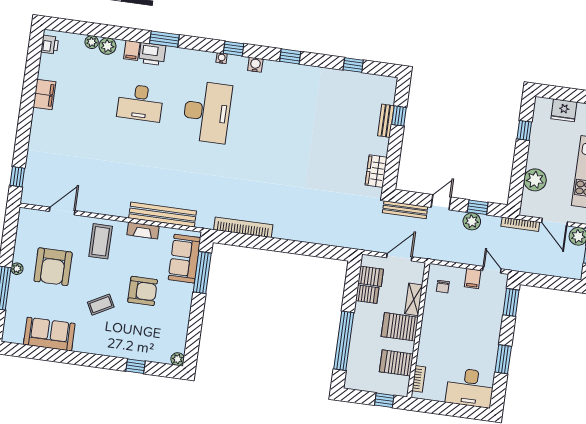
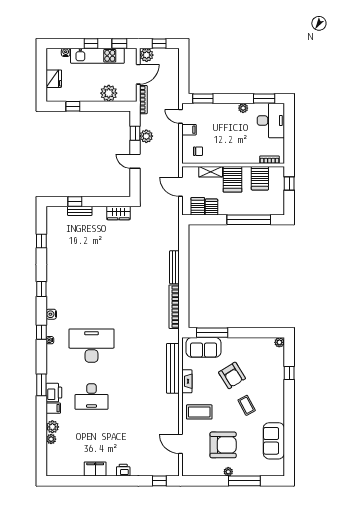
printer: (50, 45) -> (123, 470), moved
desk: (140, 103) -> (91, 396), turned 90
bench: (405, 210) -> (174, 267), moved
door: (492, 270) -> (180, 116), hinge flipped
armchair: (143, 291) -> (232, 375), turned 148
plant: (491, 354) -> (243, 108), added
window: (503, 359) -> (264, 99), moved

